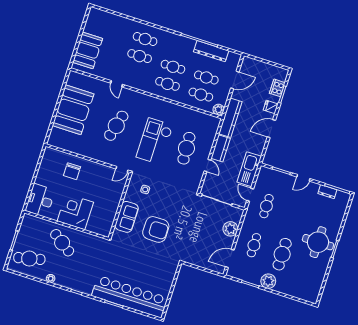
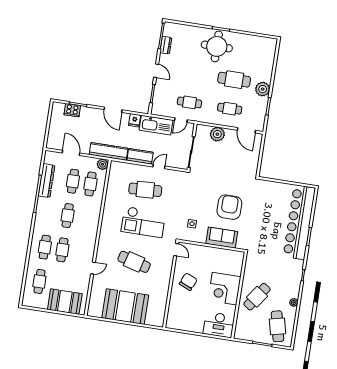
cafe table: (167, 84) -> (39, 281), moved
fridge: (271, 107) -> (135, 120), moved
chair: (72, 171) -> (188, 282), moved, turned -67

